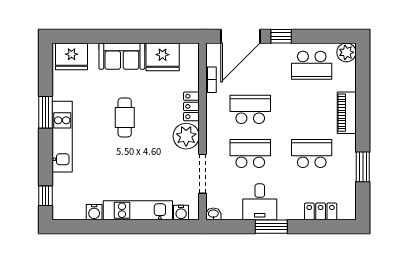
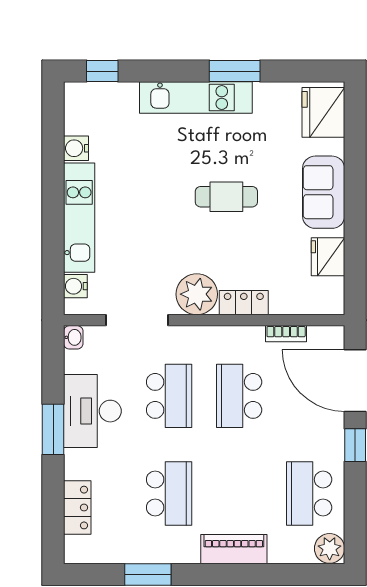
fridge: (163, 57) -> (328, 257), width x0.73, depth x0.75
school desk: (250, 109) -> (239, 396), turned 180
desk: (260, 202) -> (92, 411), width x1.37

